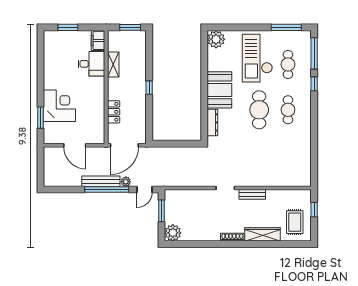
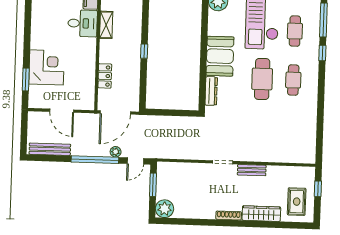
bench: (101, 181) -> (50, 149), moved

